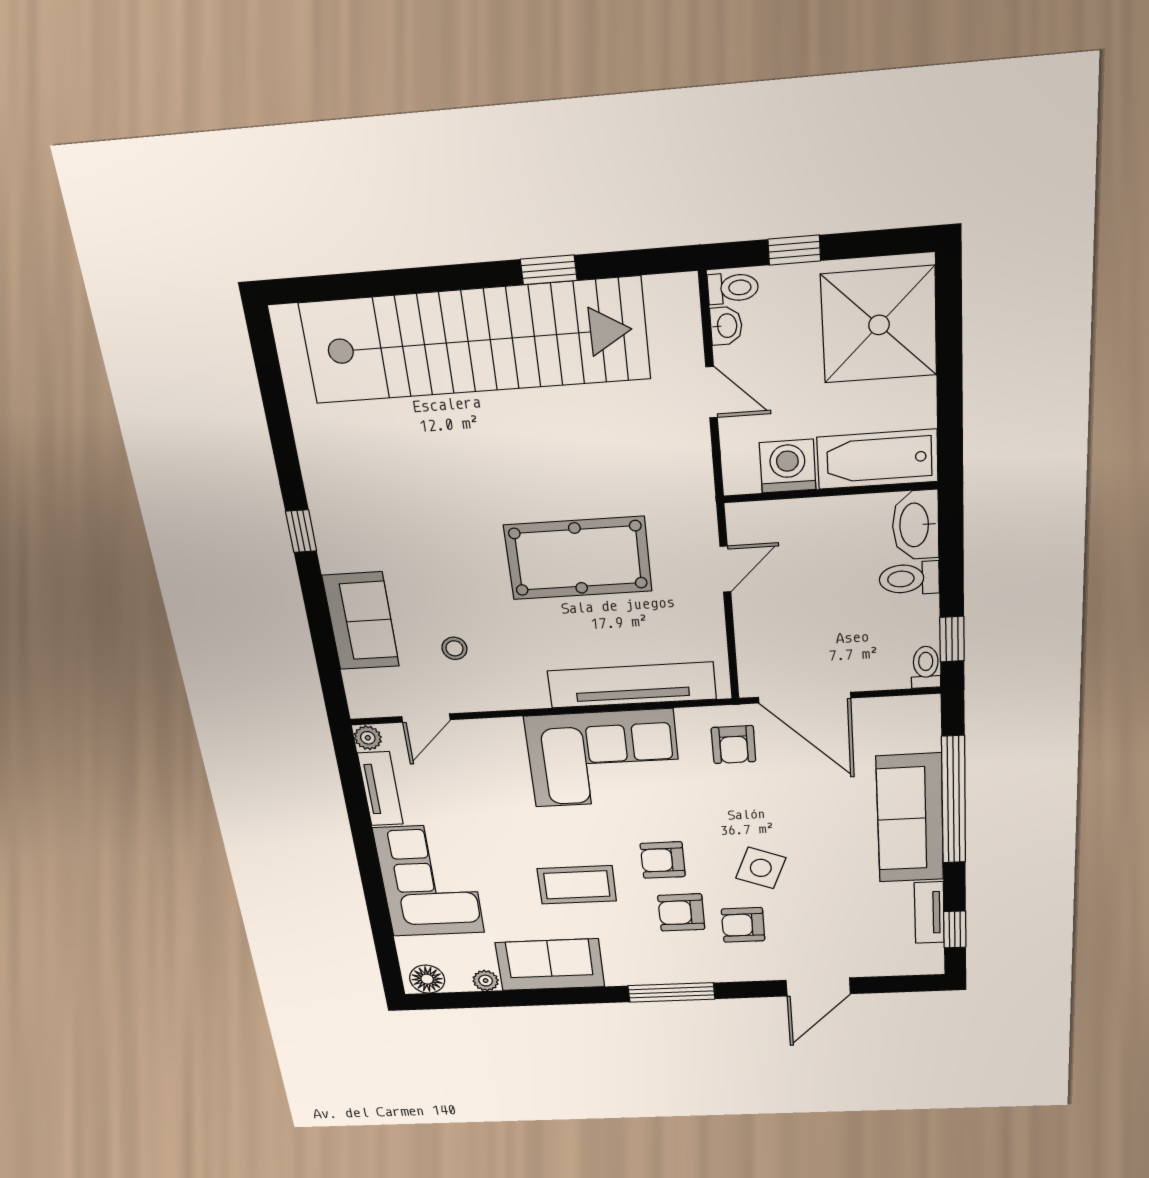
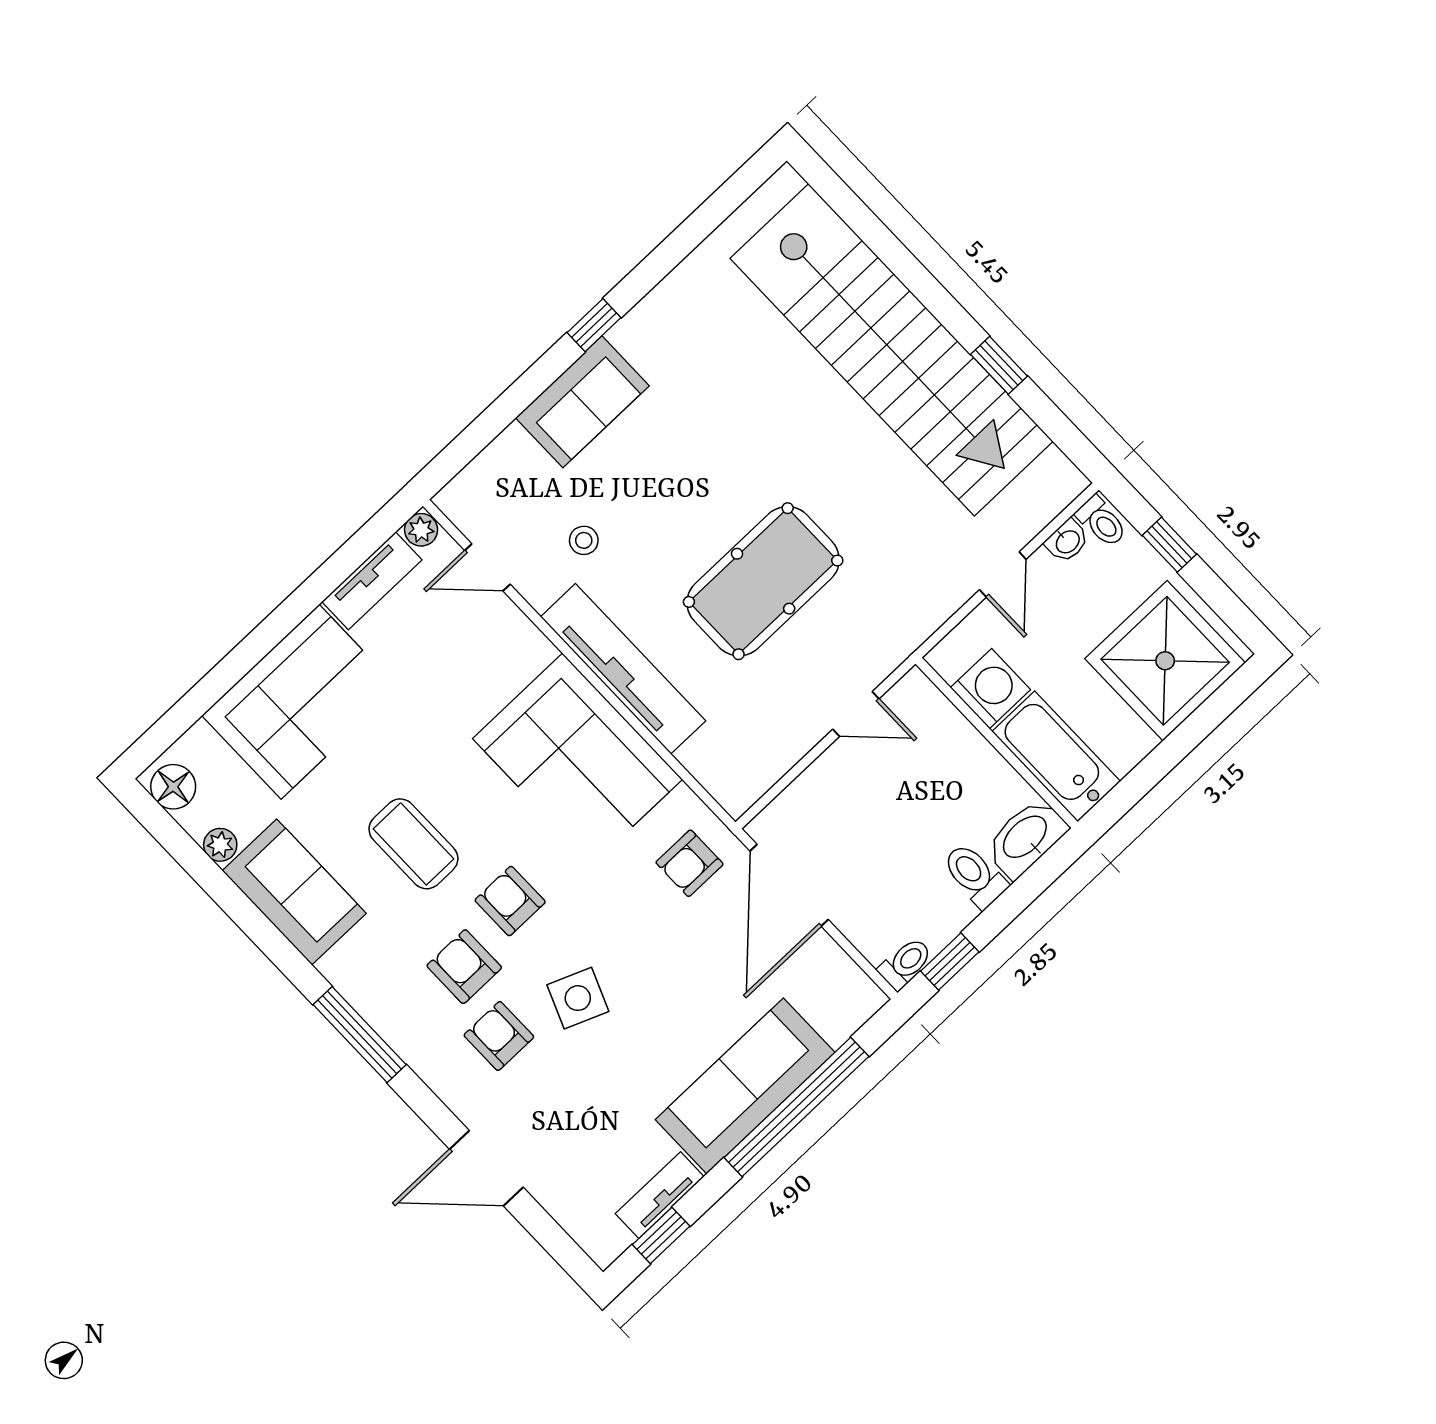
pool table: (578, 558) -> (763, 581), turned 90
sofa: (361, 621) -> (582, 402), moved
tv unit: (632, 685) -> (623, 669), moved

